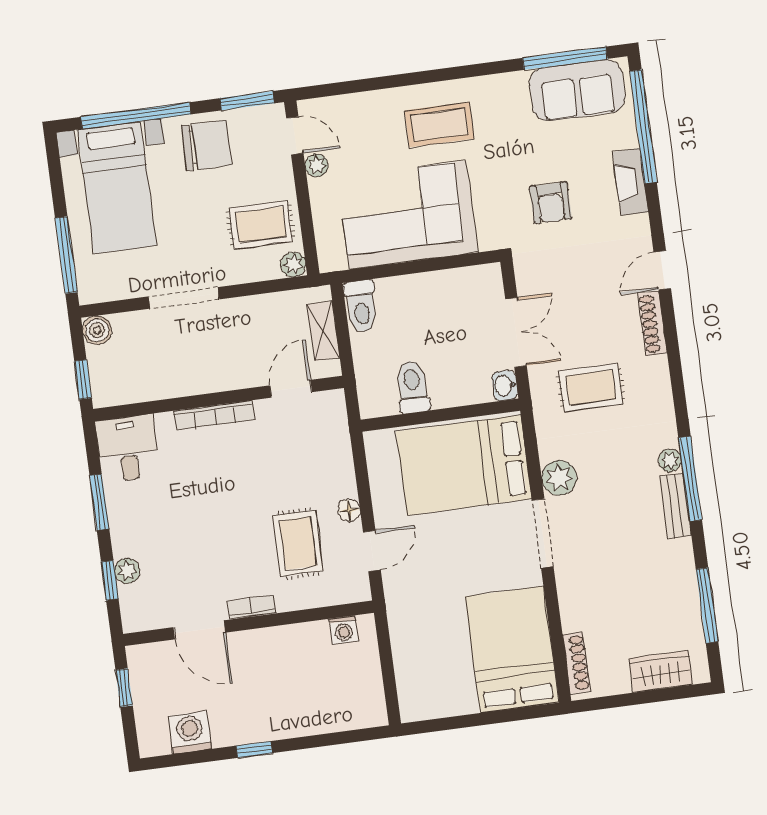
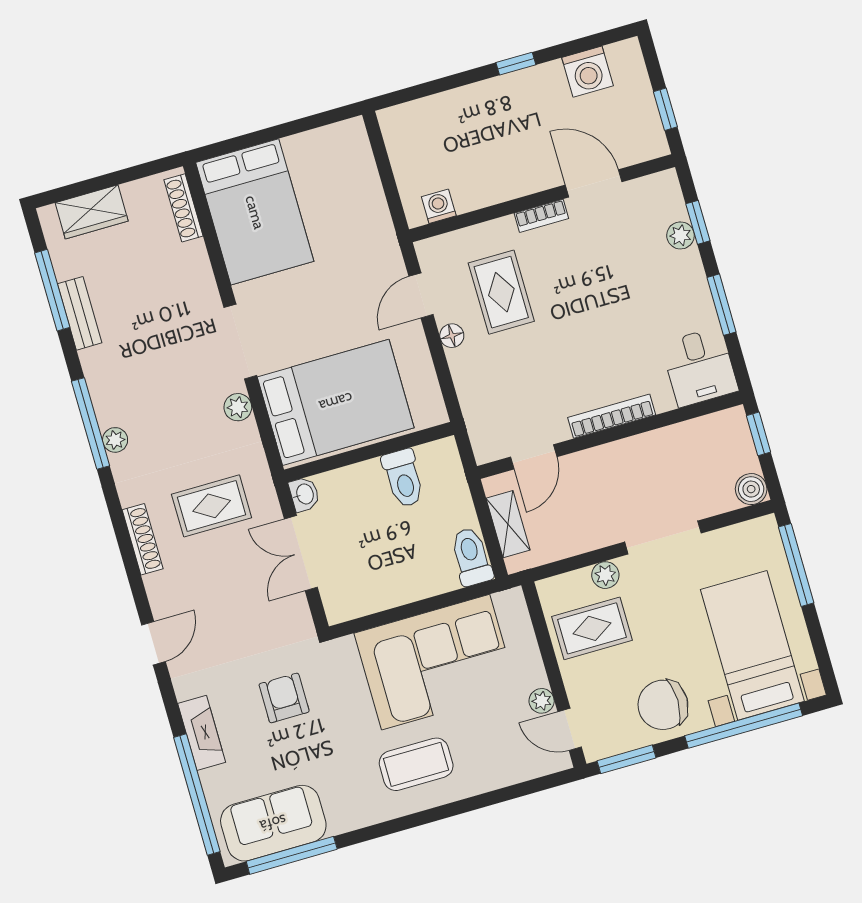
plant: (293, 265) -> (605, 575), moved
shoe rack: (652, 323) -> (143, 539), moved
plant: (559, 478) -> (238, 407), width x0.73, depth x0.73
bench: (675, 506) -> (80, 313), moved

